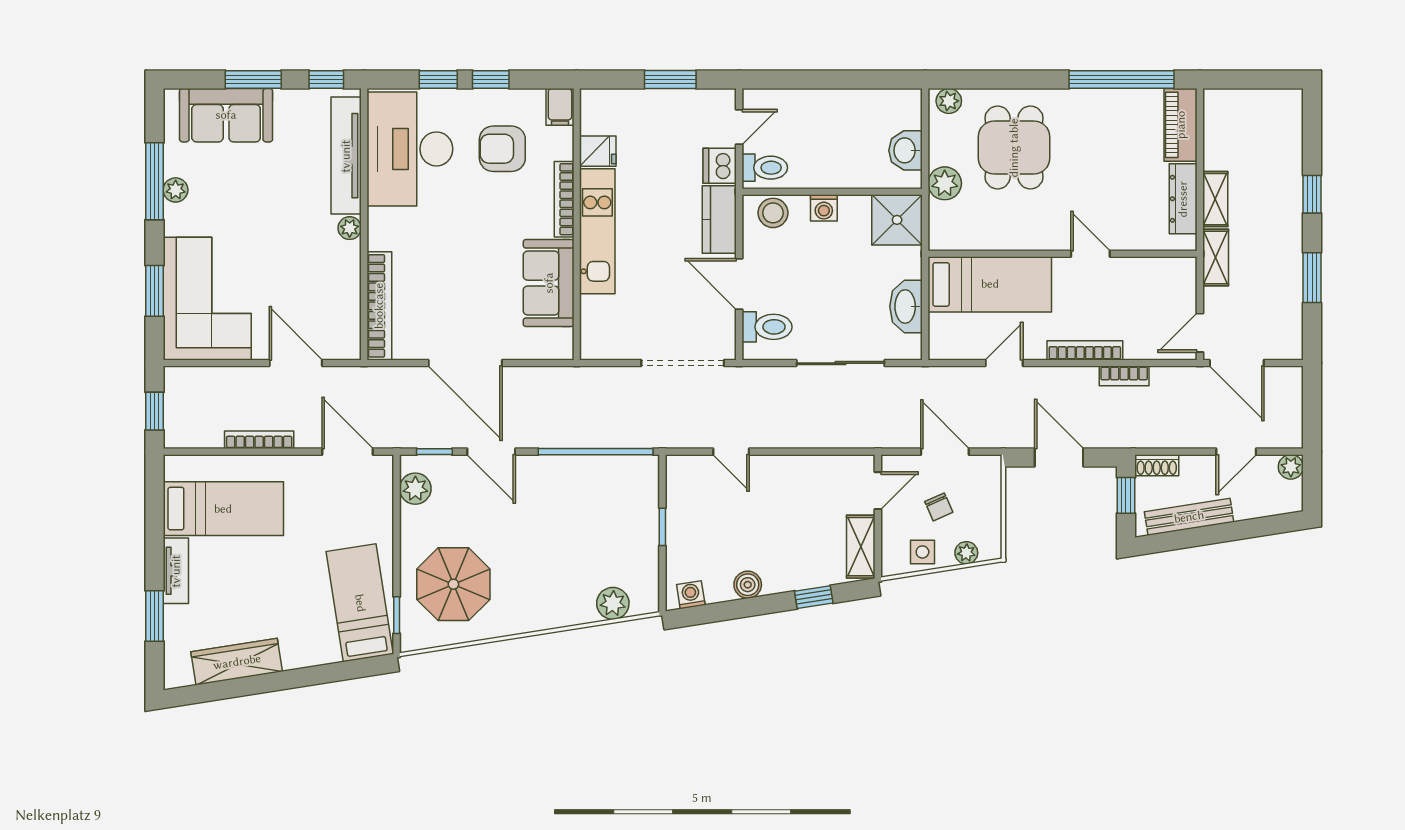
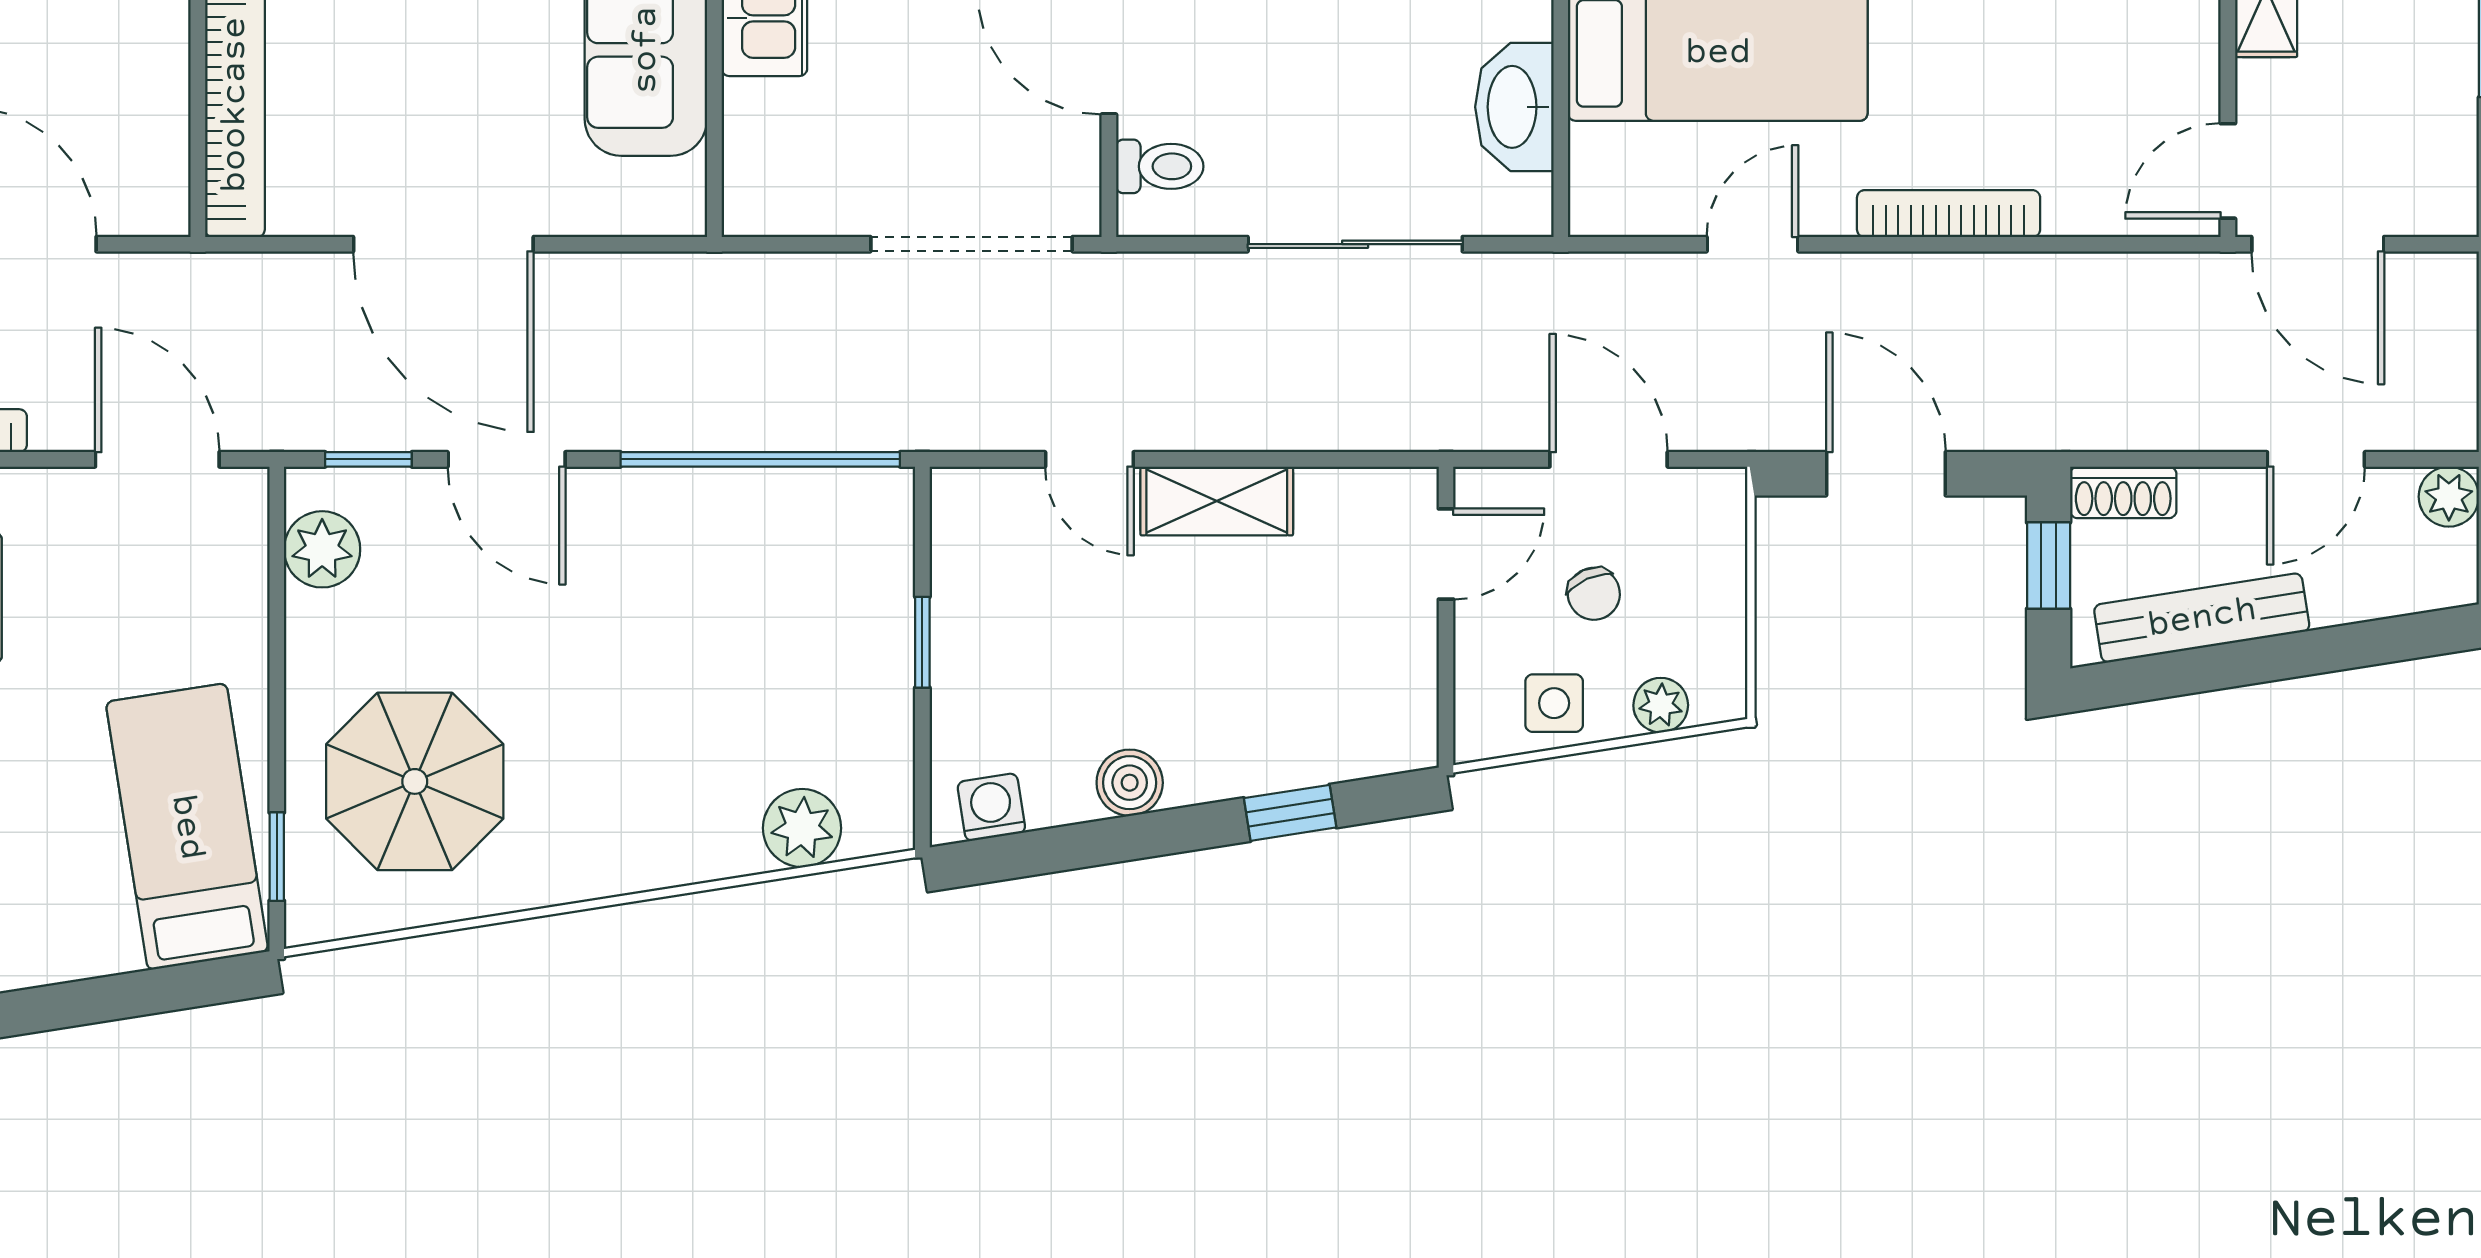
toilet: (767, 327) -> (1160, 166), width x0.73, depth x0.72
bookcase: (1124, 376) -> (2044, 275), removed
shelving: (861, 547) -> (1217, 501), moved, turned 90

